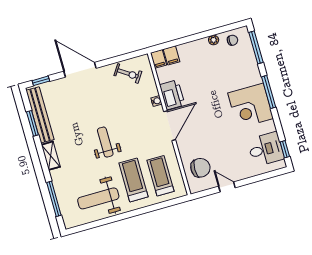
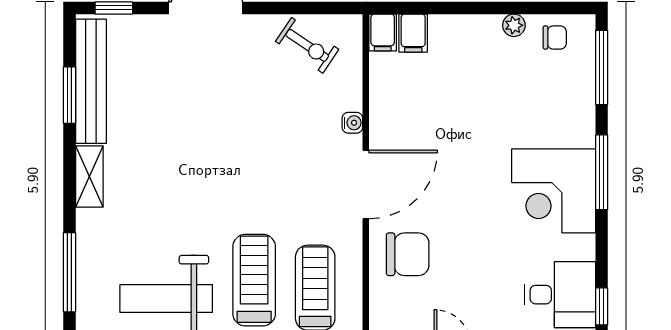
printer: (172, 95) -> (390, 119), removed
weight bench: (105, 142) -> (216, 180), removed
chair: (200, 168) -> (408, 254), moved

